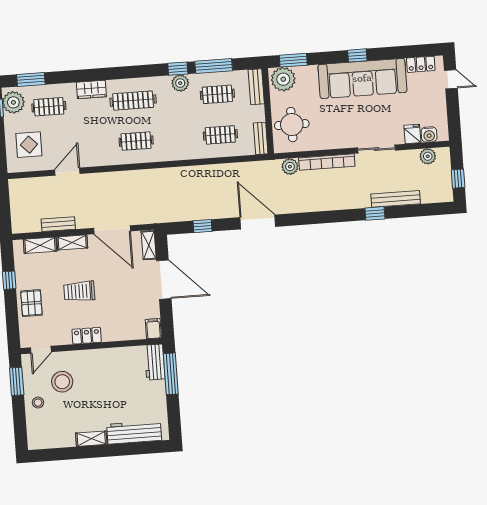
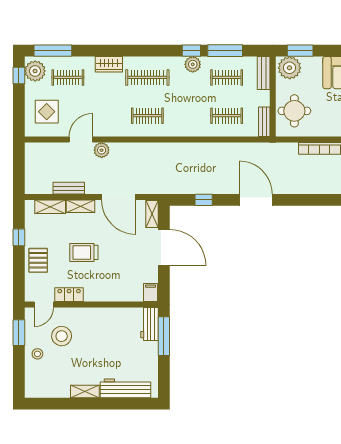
window: (31, 79) -> (53, 51), width x1.44
plant: (290, 167) -> (102, 150), moved
locker: (87, 336) -> (69, 295), moved

